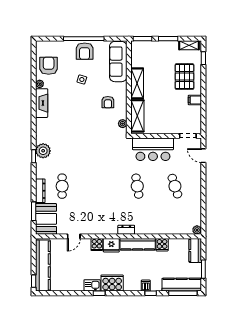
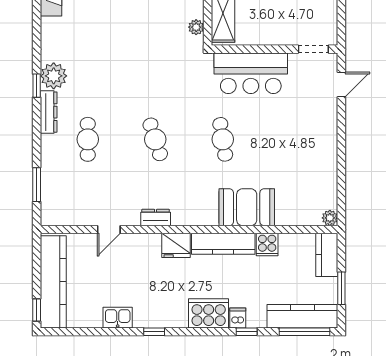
door: (203, 156) -> (341, 85), swing flipped
cafe table: (175, 186) -> (155, 139), moved
dresser: (40, 191) -> (49, 112), moved
booth: (46, 219) -> (247, 207), moved, turned 90
dresser: (126, 230) -> (156, 217), moved
cooker: (97, 245) -> (150, 244), removed
cooker: (112, 283) -> (209, 313), moved
kitchen sink: (92, 285) -> (118, 318), moved

